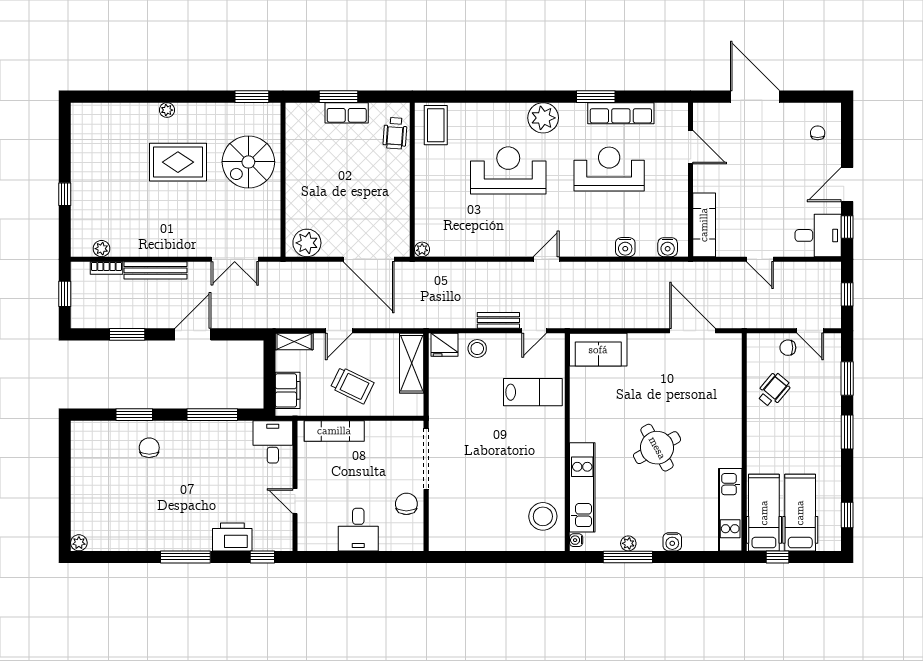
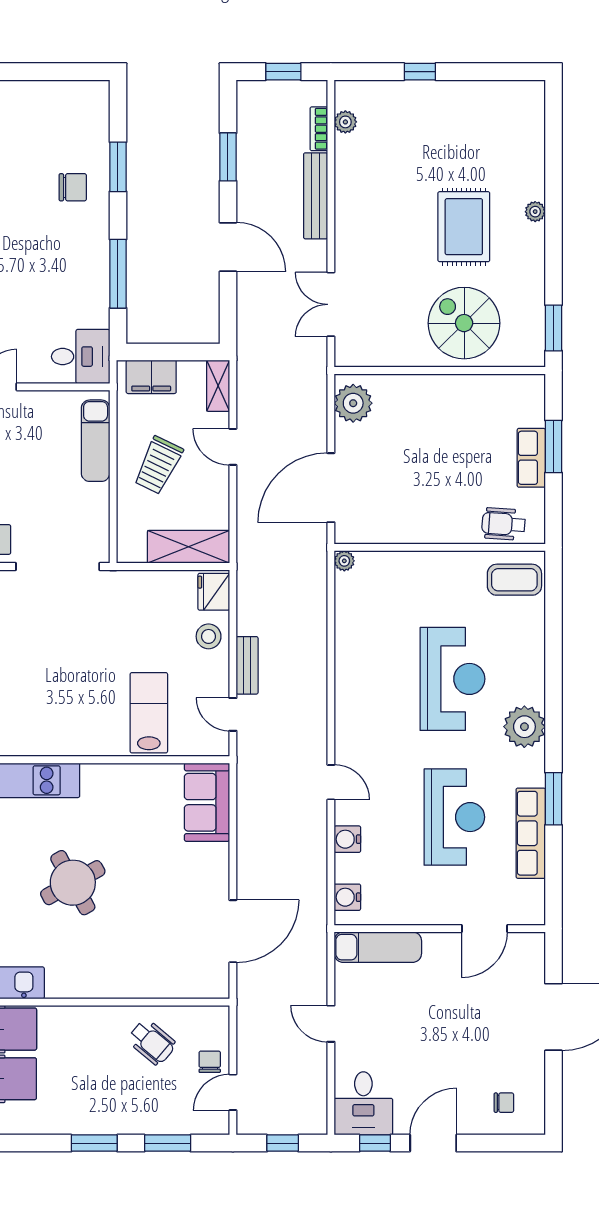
door: (847, 184) -> (433, 1143), hinge flipped
door: (546, 259) -> (331, 782), moved
door: (760, 259) -> (331, 1024), hinge flipped
lab bench: (533, 392) -> (149, 713), turned 180

